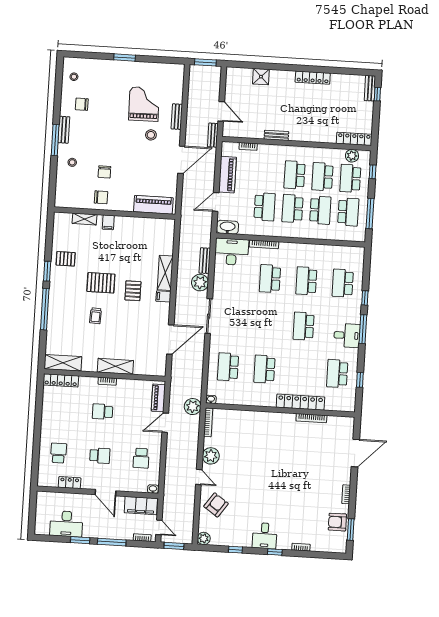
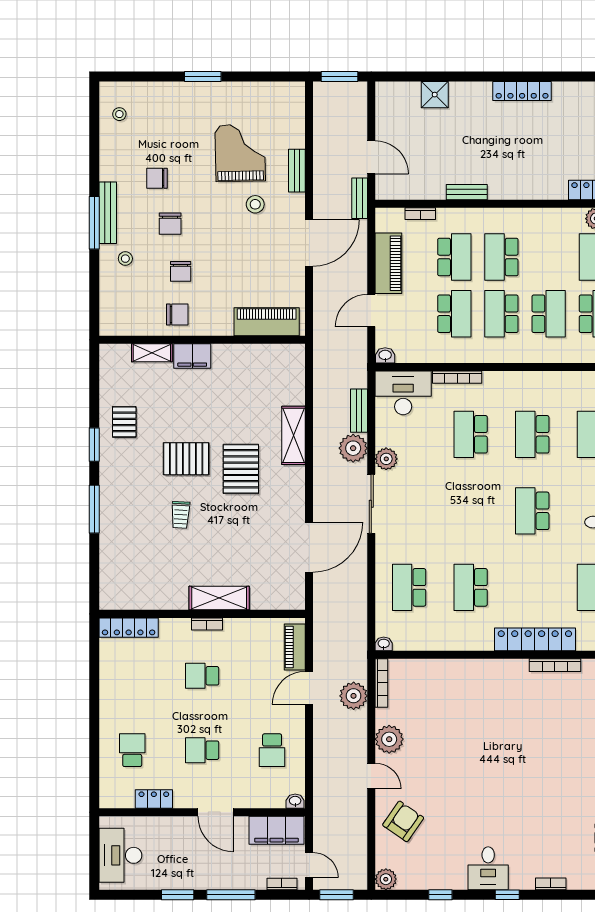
chair: (82, 104) -> (157, 178), moved
bench: (64, 130) -> (108, 213), width x1.36
chair: (100, 143) -> (170, 224), added
school desk: (322, 177) -> (454, 257), moved, turned 180
filing cabinet: (108, 222) -> (192, 356), width x2.00
washbasin: (228, 227) -> (385, 355), width x0.52, depth x0.69
pallet: (66, 259) -> (124, 422), turned 90
plant: (219, 290) -> (386, 459), added
pallet: (133, 291) -> (241, 469), width x1.50, depth x1.42
filing cabinet: (163, 296) -> (293, 475), removed
window: (45, 309) -> (94, 509), width x0.68
shelving: (63, 363) -> (130, 598), removed
plant: (193, 407) -> (354, 696), moved
school desk: (100, 456) -> (202, 750), turned 180
desk: (66, 524) -> (120, 855), moved, turned 90

